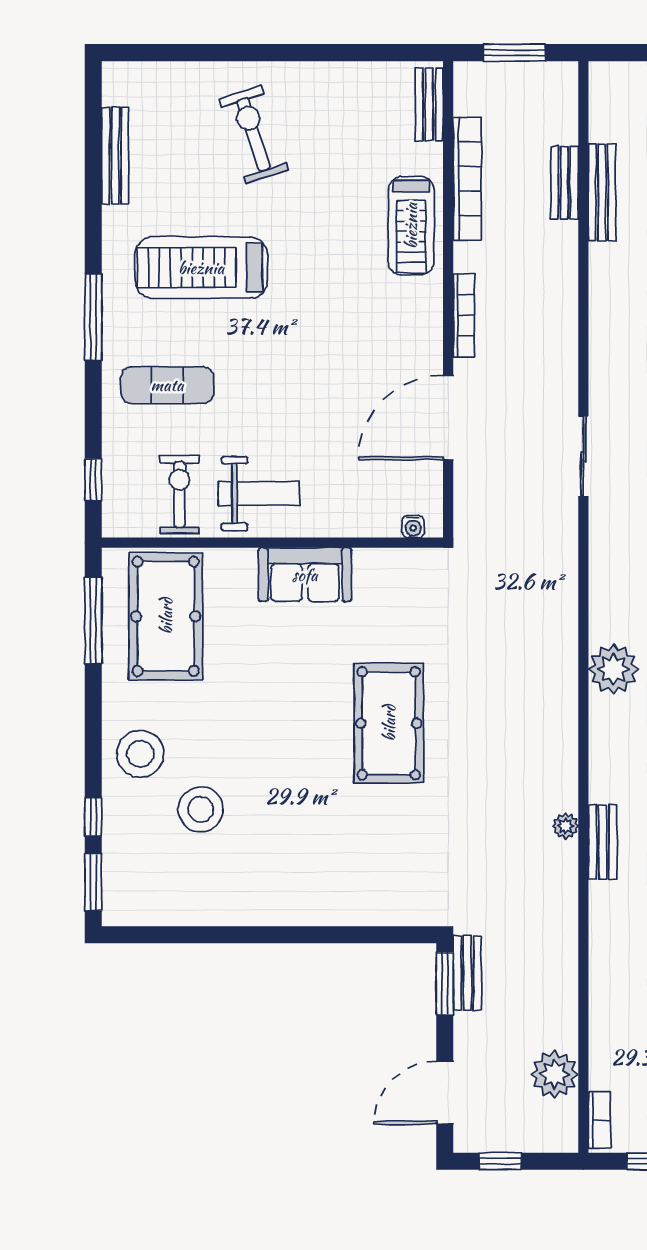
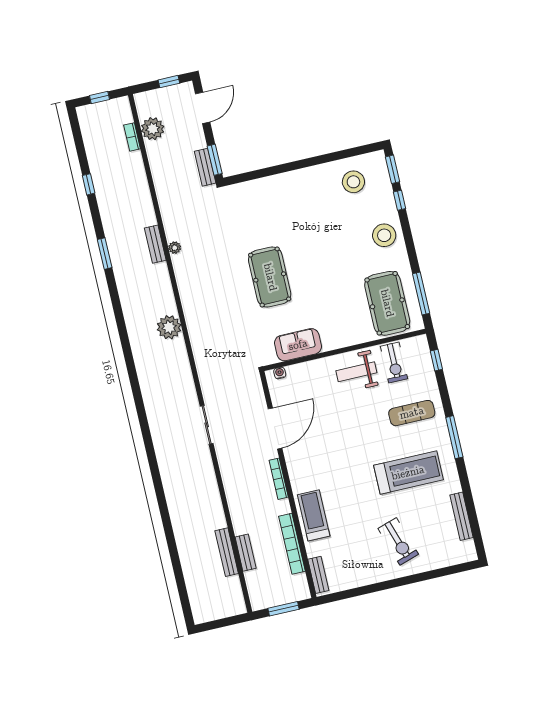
sofa: (305, 575) -> (298, 345), moved
stool: (201, 809) -> (353, 182), moved
bookcase: (600, 1120) -> (132, 137), moved

